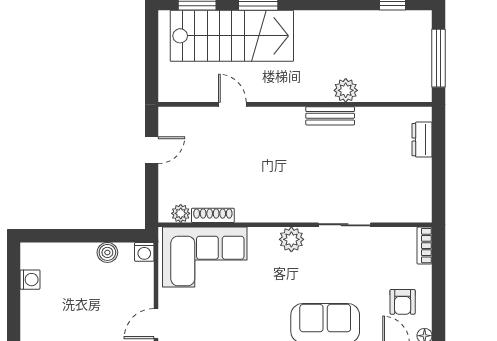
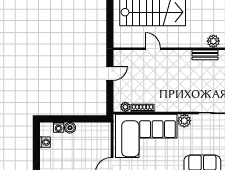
boiler: (107, 252) -> (70, 128), moved
washing machine: (144, 252) -> (59, 127), moved
corner sofa: (205, 257) -> (146, 136), width x1.36, depth x1.36

